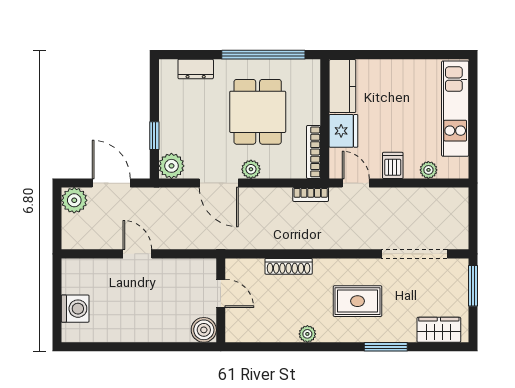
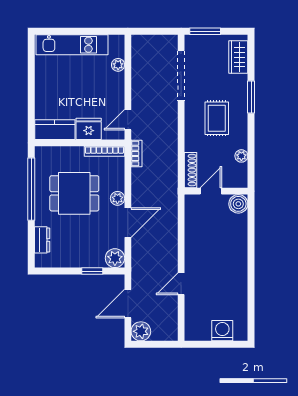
dishwasher: (393, 165) -> (115, 92), removed
door: (221, 293) -> (211, 191), moved
wall: (221, 300) -> (216, 191), moved
boiler: (204, 330) -> (238, 204), moved

